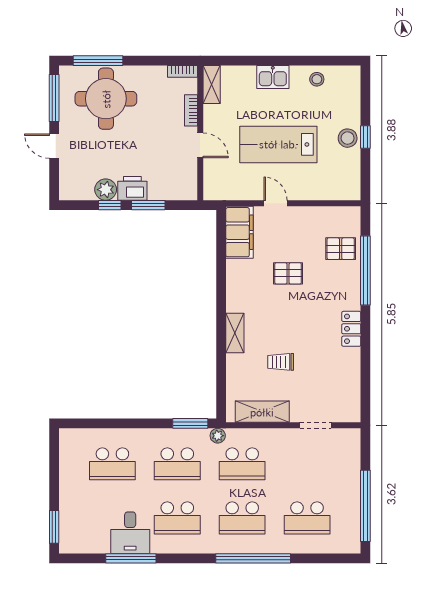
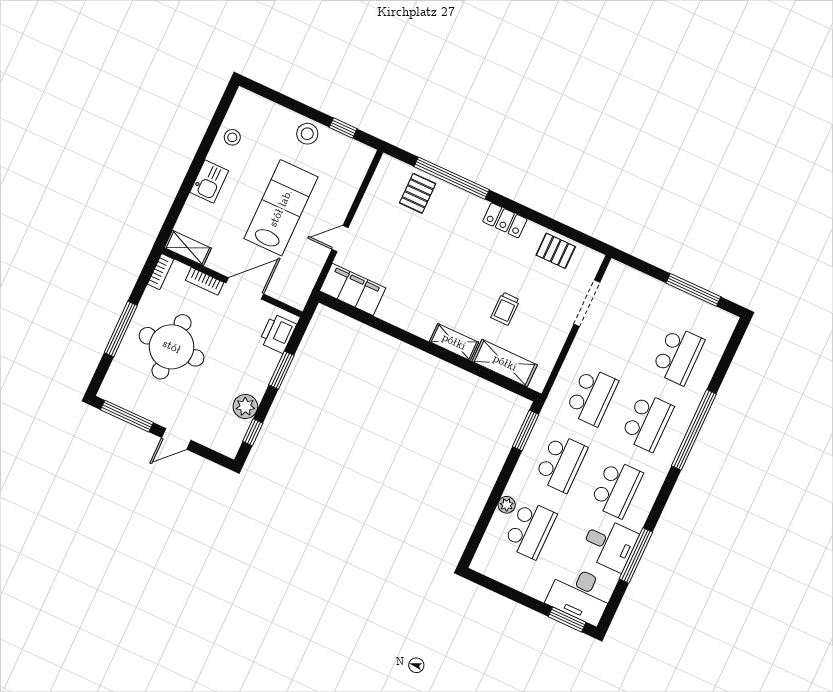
window: (98, 61) -> (121, 329), moved
round table: (106, 99) -> (172, 347), moved
window: (365, 137) -> (343, 128), moved
lab bench: (278, 144) -> (281, 208), turned 180
door: (200, 145) -> (245, 288), width x1.38
printer: (132, 188) -> (278, 333), moved
window: (110, 205) -> (253, 432), moved
pallet: (288, 273) -> (556, 251), moved, turned 90
shelving: (262, 412) -> (505, 363), moved, turned 90
doorway: (315, 425) -> (587, 303), width x1.38
plant: (218, 436) -> (507, 505), moved
window: (365, 506) -> (693, 290), width x0.68
desk: (79, 528) -> (580, 594), added

